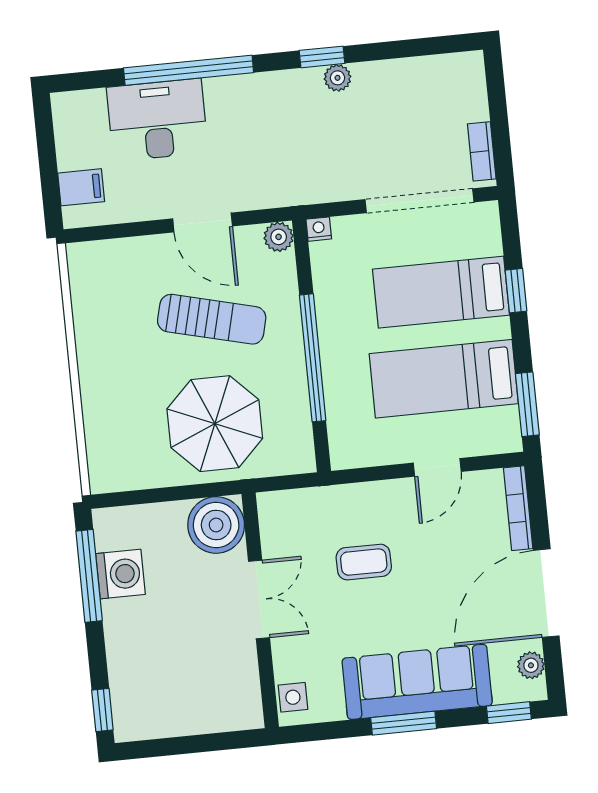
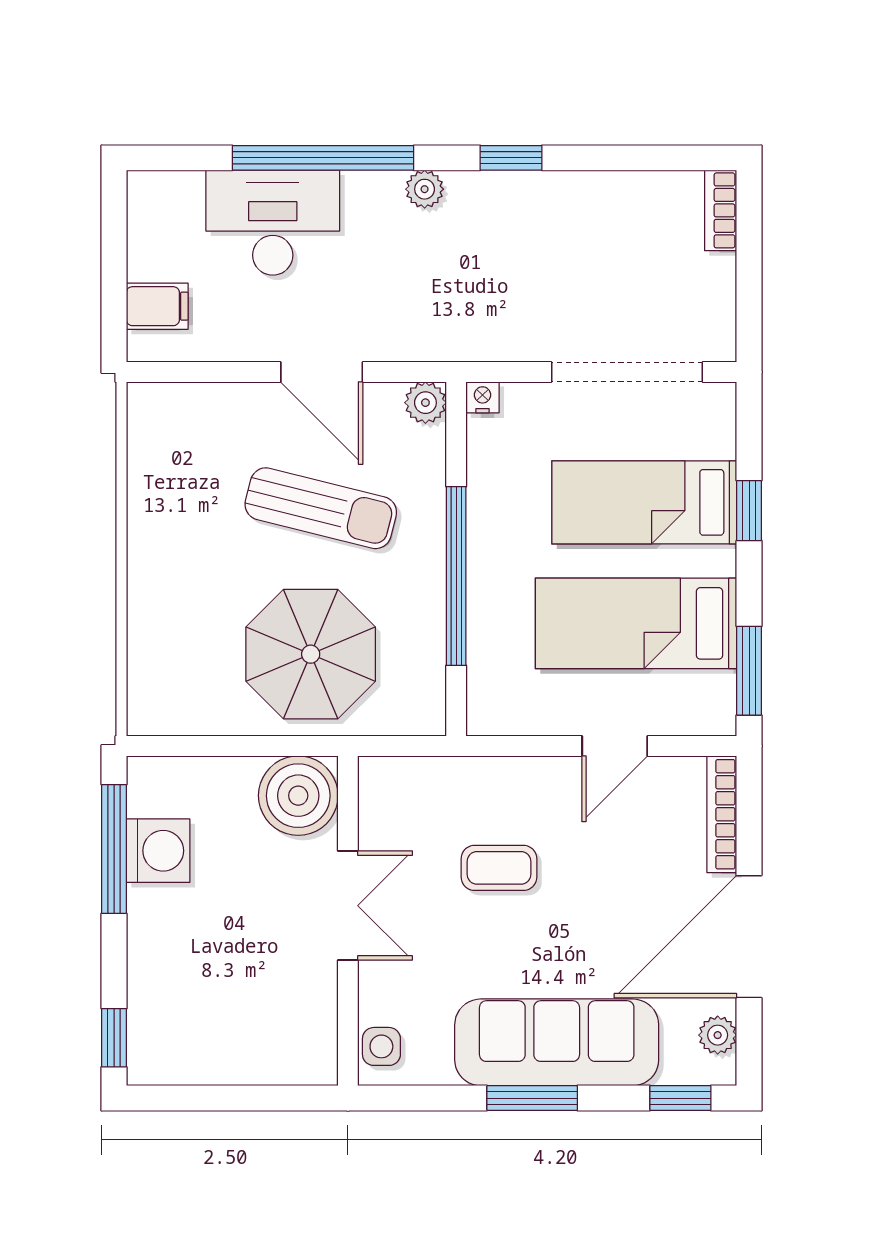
plant: (338, 78) -> (425, 189), moved
bookcase: (482, 151) -> (721, 210), moved

